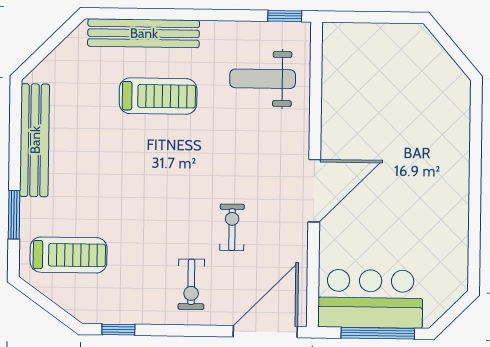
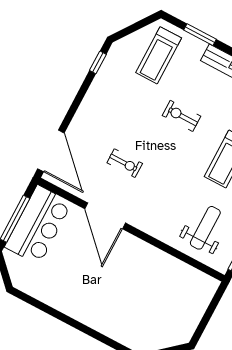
door: (314, 191) -> (105, 216), moved
exercise bike: (191, 284) -> (181, 116), moved

